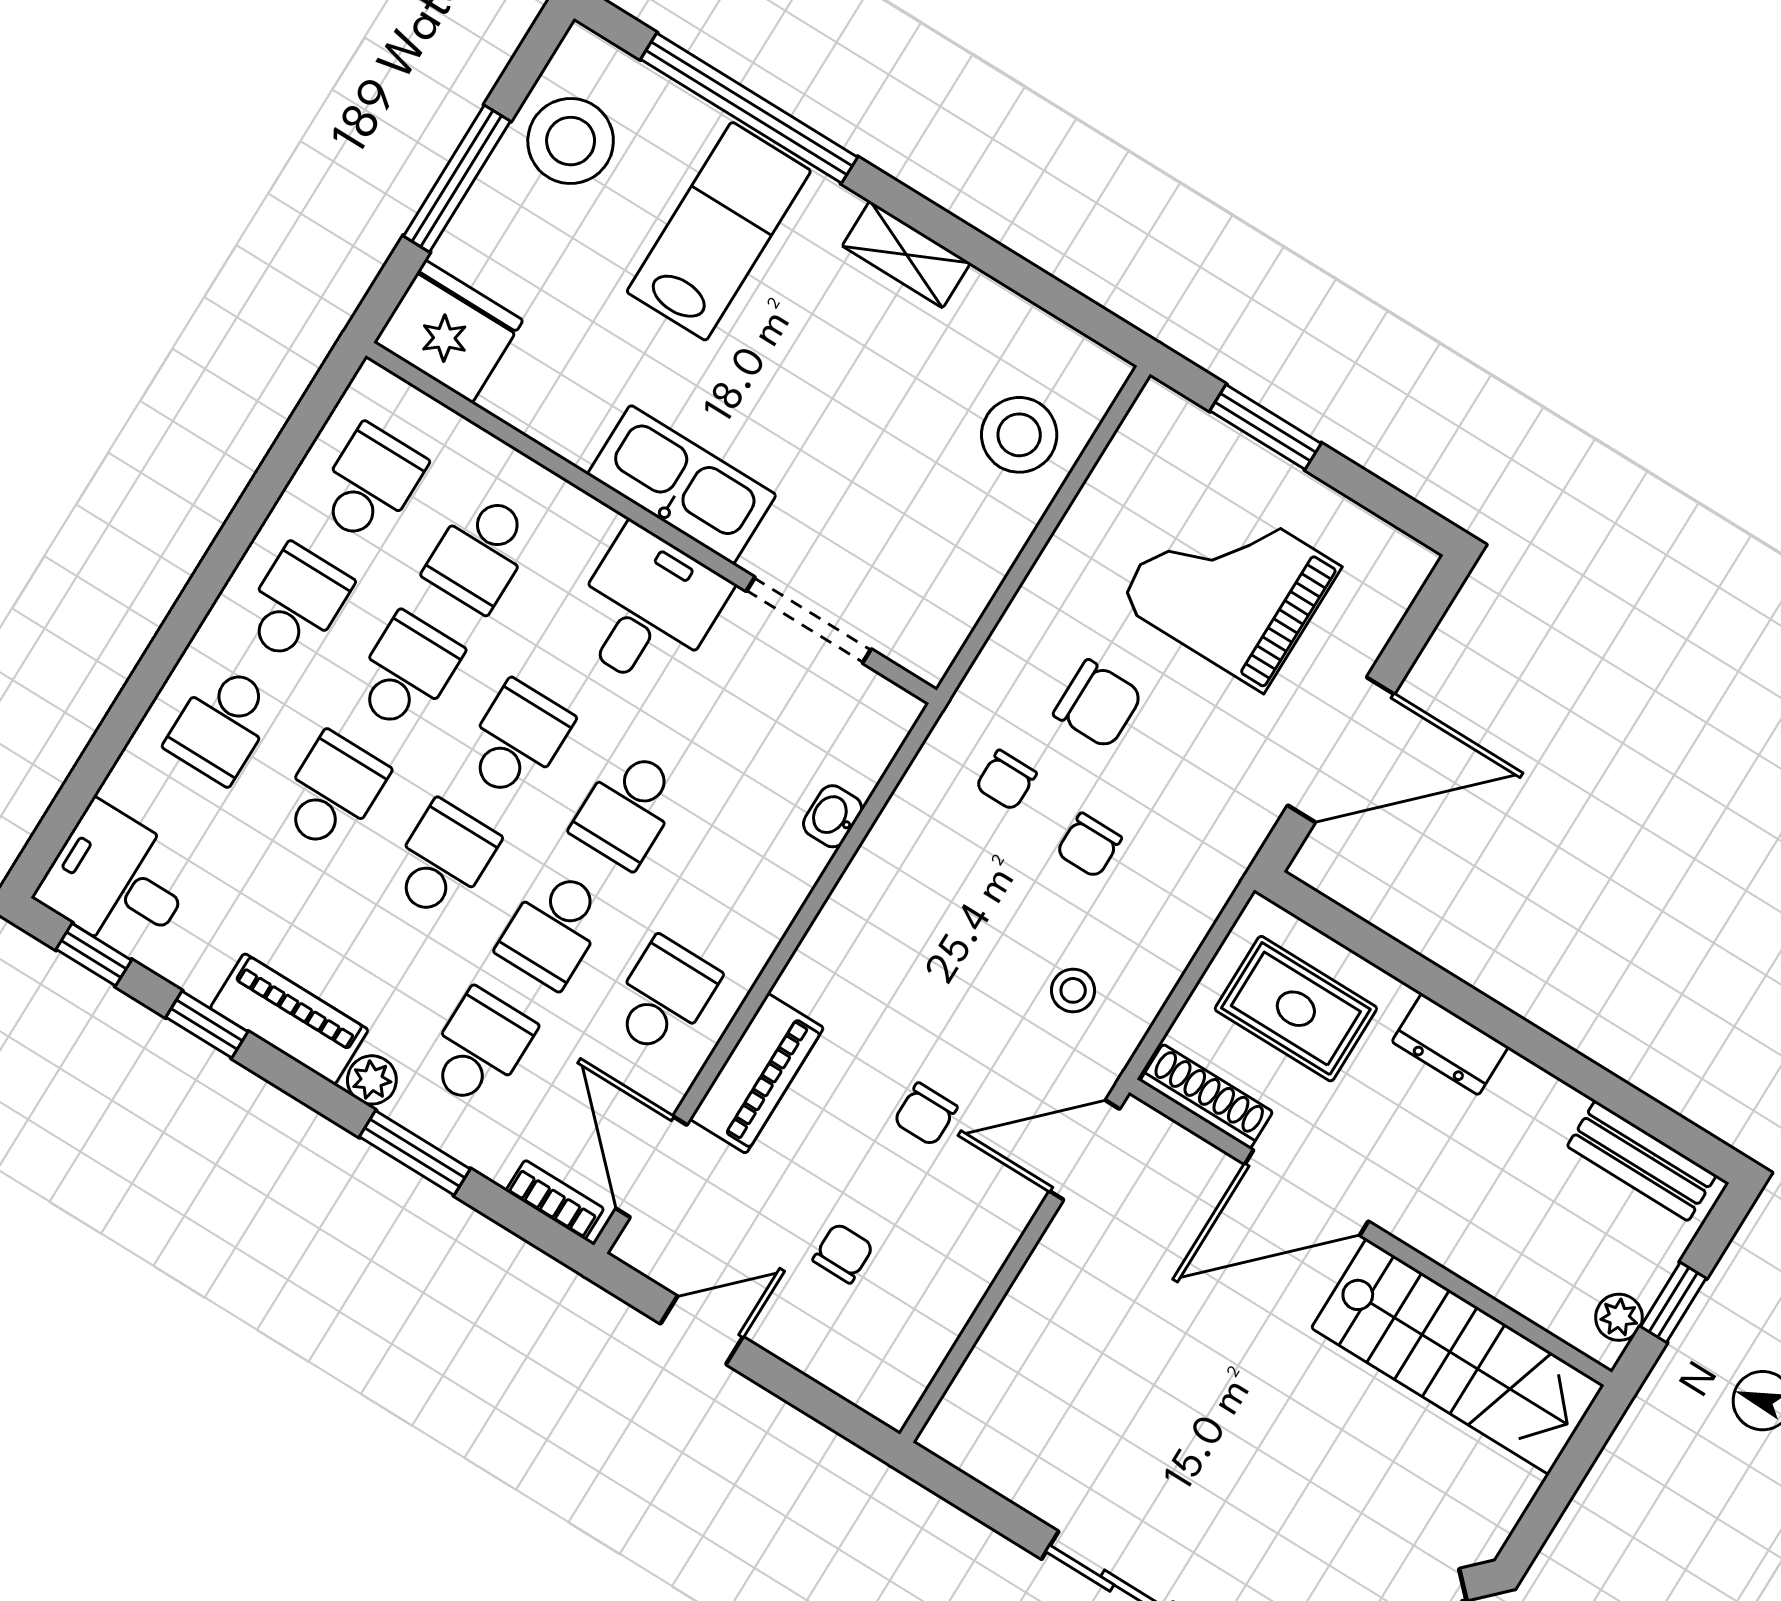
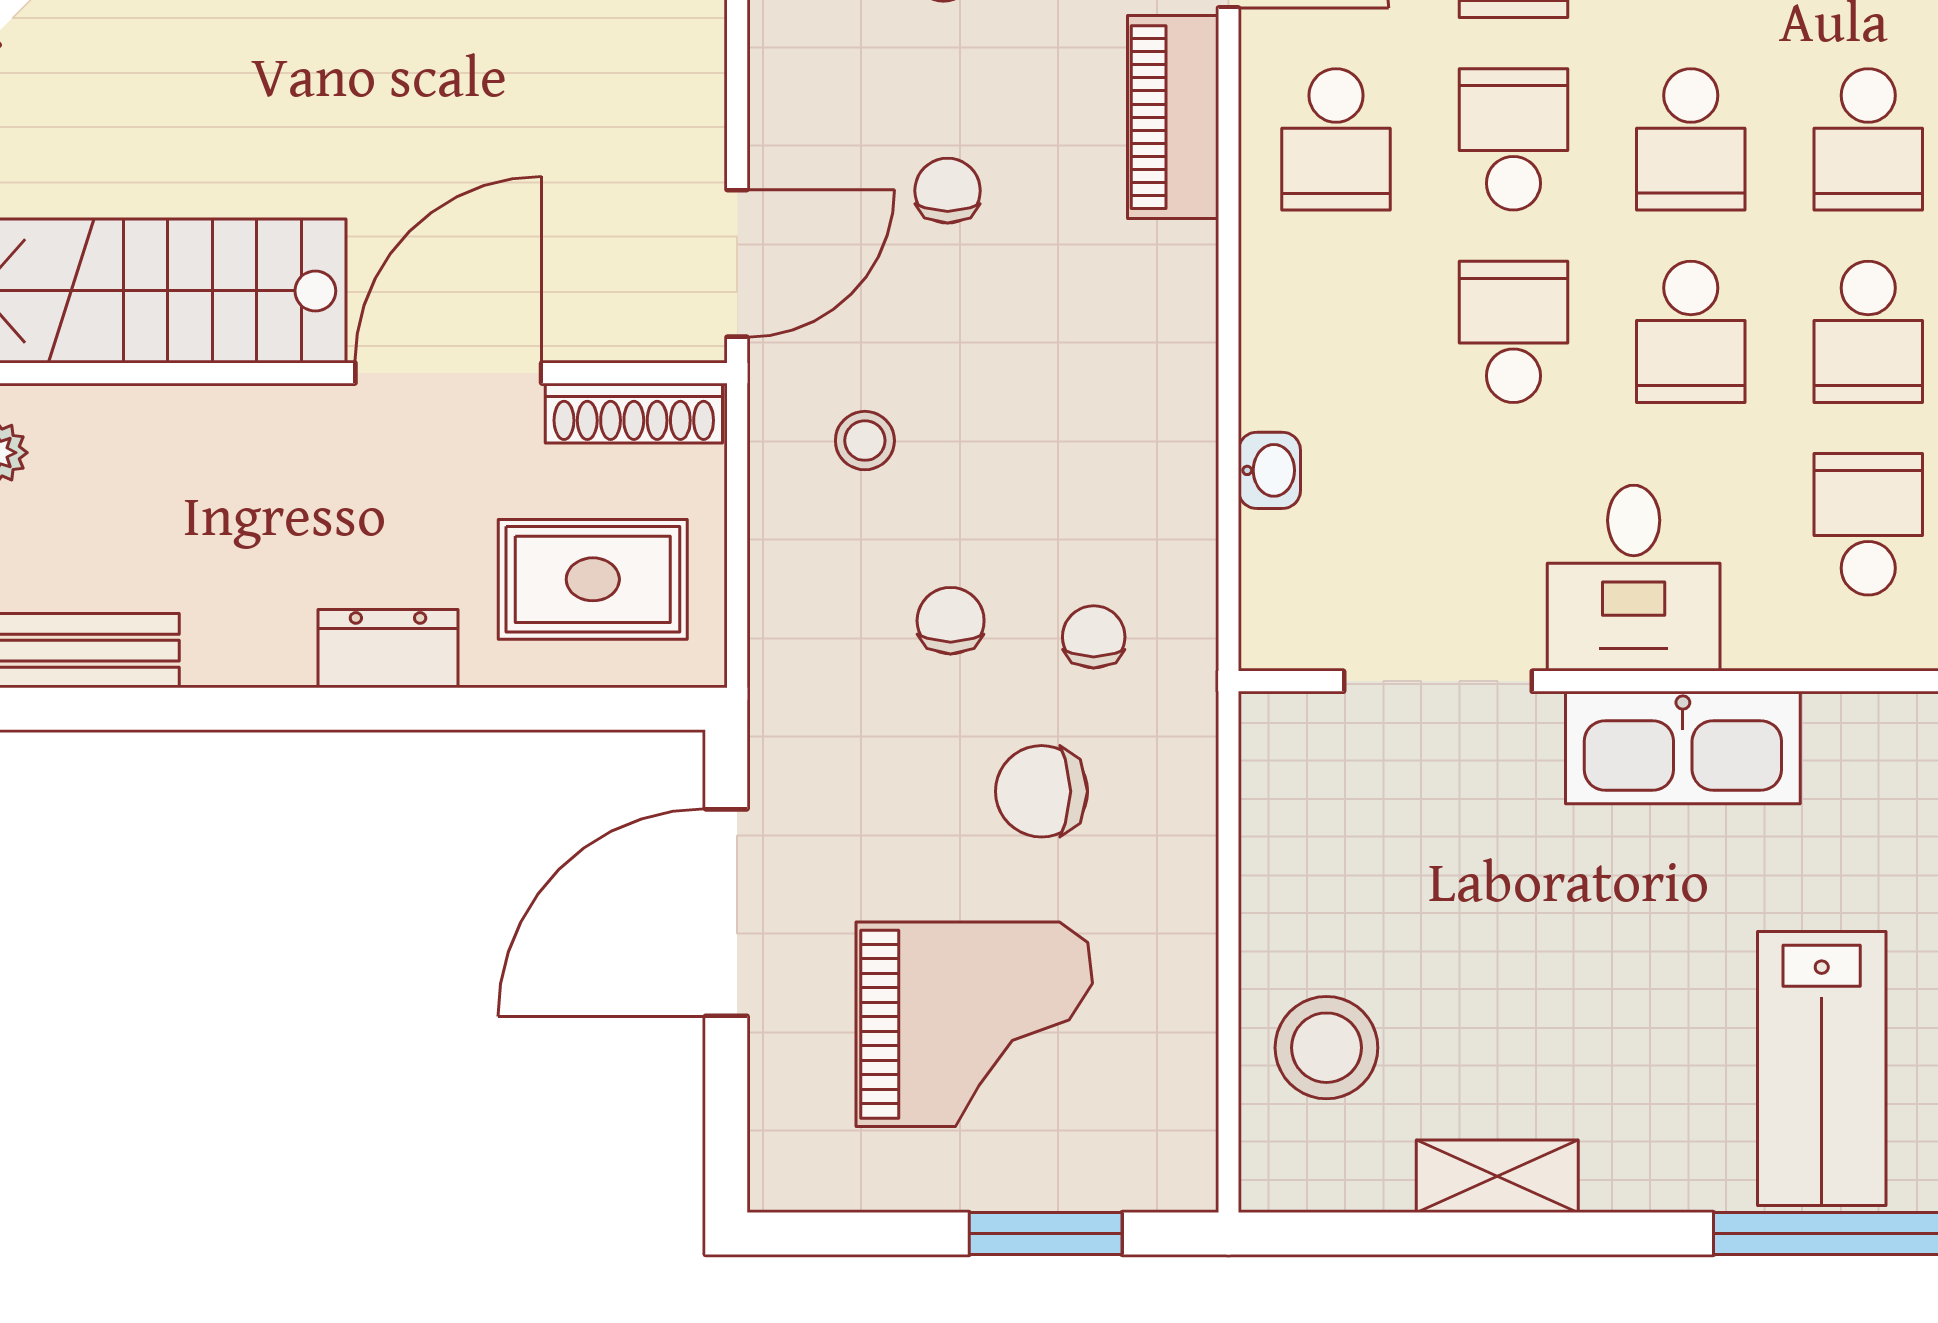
shelving: (906, 254) -> (1497, 1176), moved

